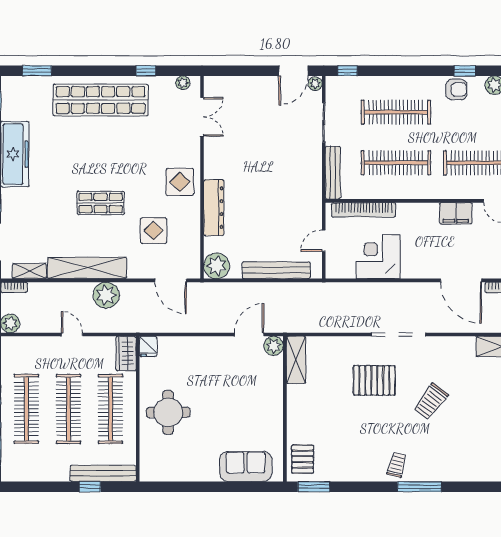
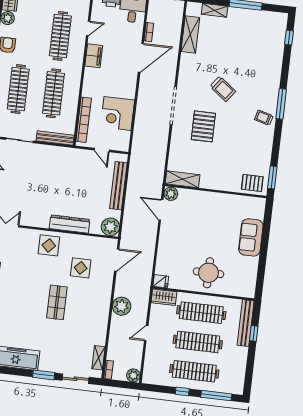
shelving: (87, 268) -> (101, 317), removed
sofa: (246, 466) -> (251, 237), moved

